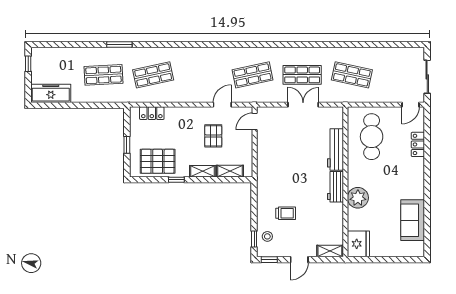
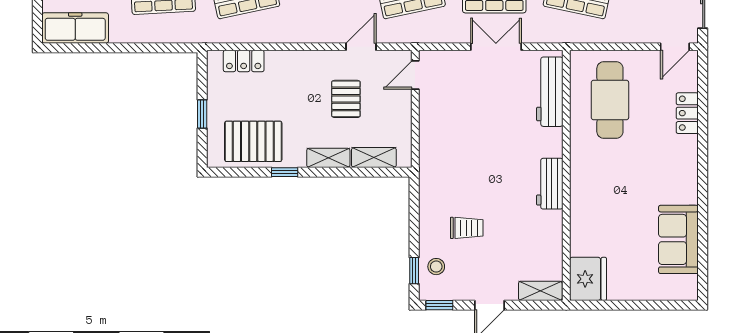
workbench: (335, 149) -> (550, 92), moved
plant: (358, 198) -> (587, 202), removed

